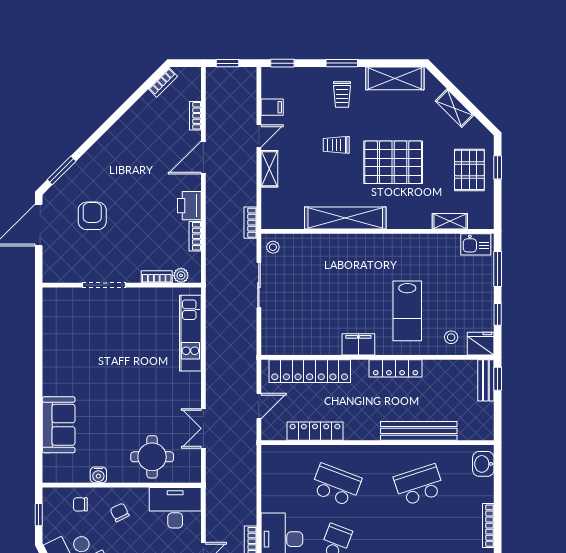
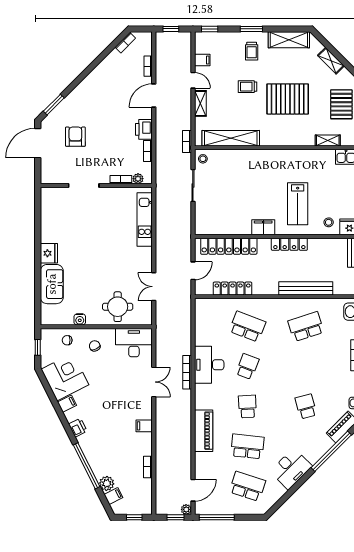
door: (259, 136) -> (193, 80), hinge flipped
shelving: (345, 218) -> (231, 138), moved
fridge: (55, 381) -> (49, 253), added

